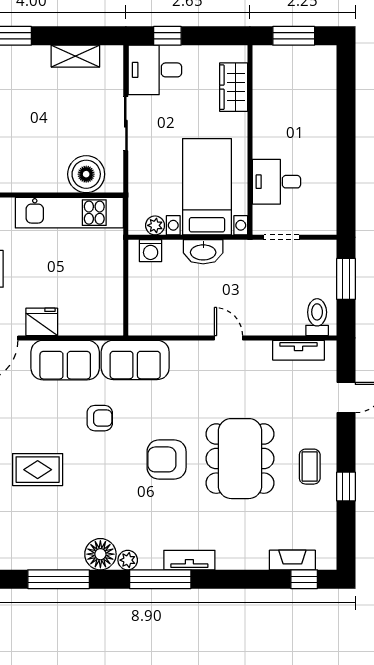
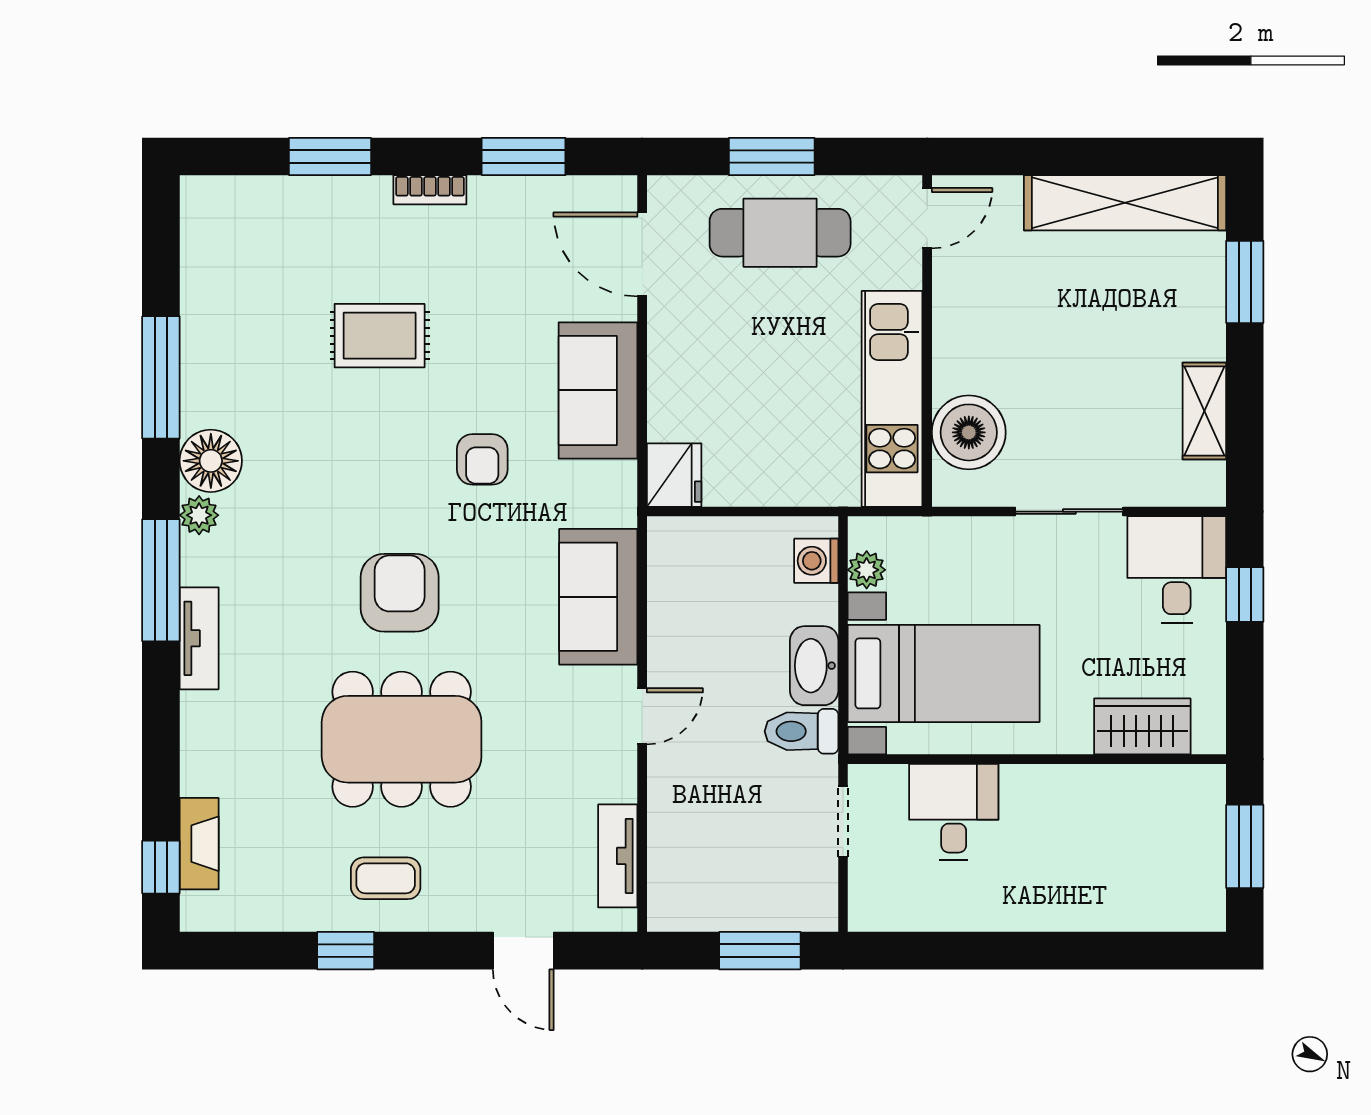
toilet: (317, 317) -> (801, 731), moved, turned 180
fridge: (42, 322) -> (674, 475), moved
sofa: (135, 360) -> (598, 597), moved
rug: (38, 470) -> (380, 336), turned 90

